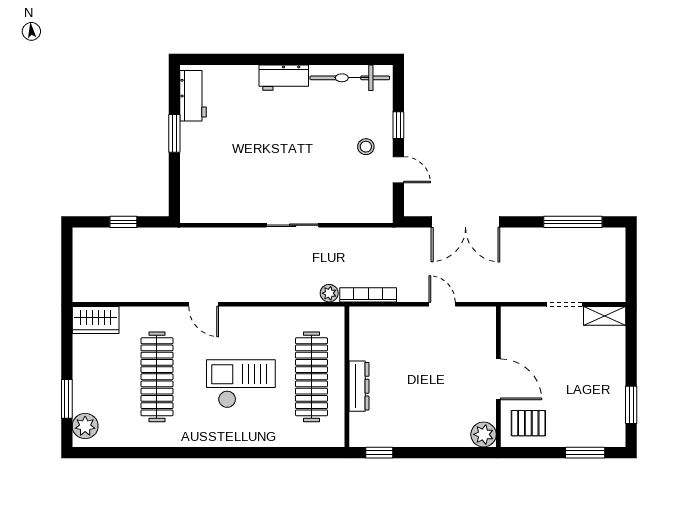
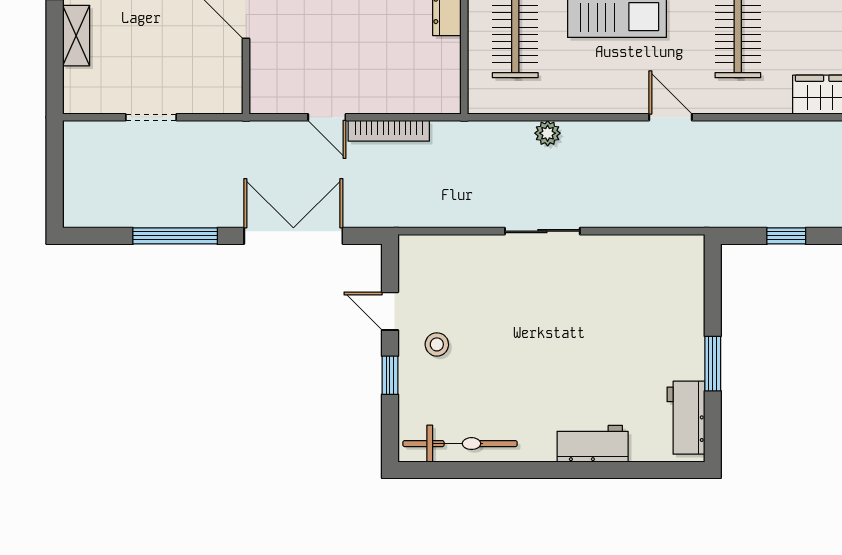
workbench: (284, 78) -> (593, 444), moved
window: (573, 222) -> (175, 236), moved
plant: (329, 293) -> (548, 133), moved
bookcase: (368, 295) -> (389, 131), moved
shelving: (605, 316) -> (76, 36), moved, turned 90

